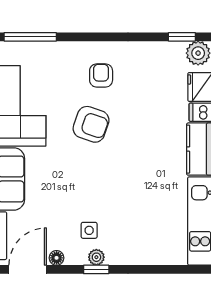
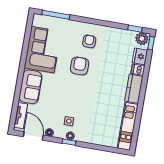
armchair: (91, 124) -> (80, 66), turned -109
door: (28, 269) -> (33, 136), hinge flipped

